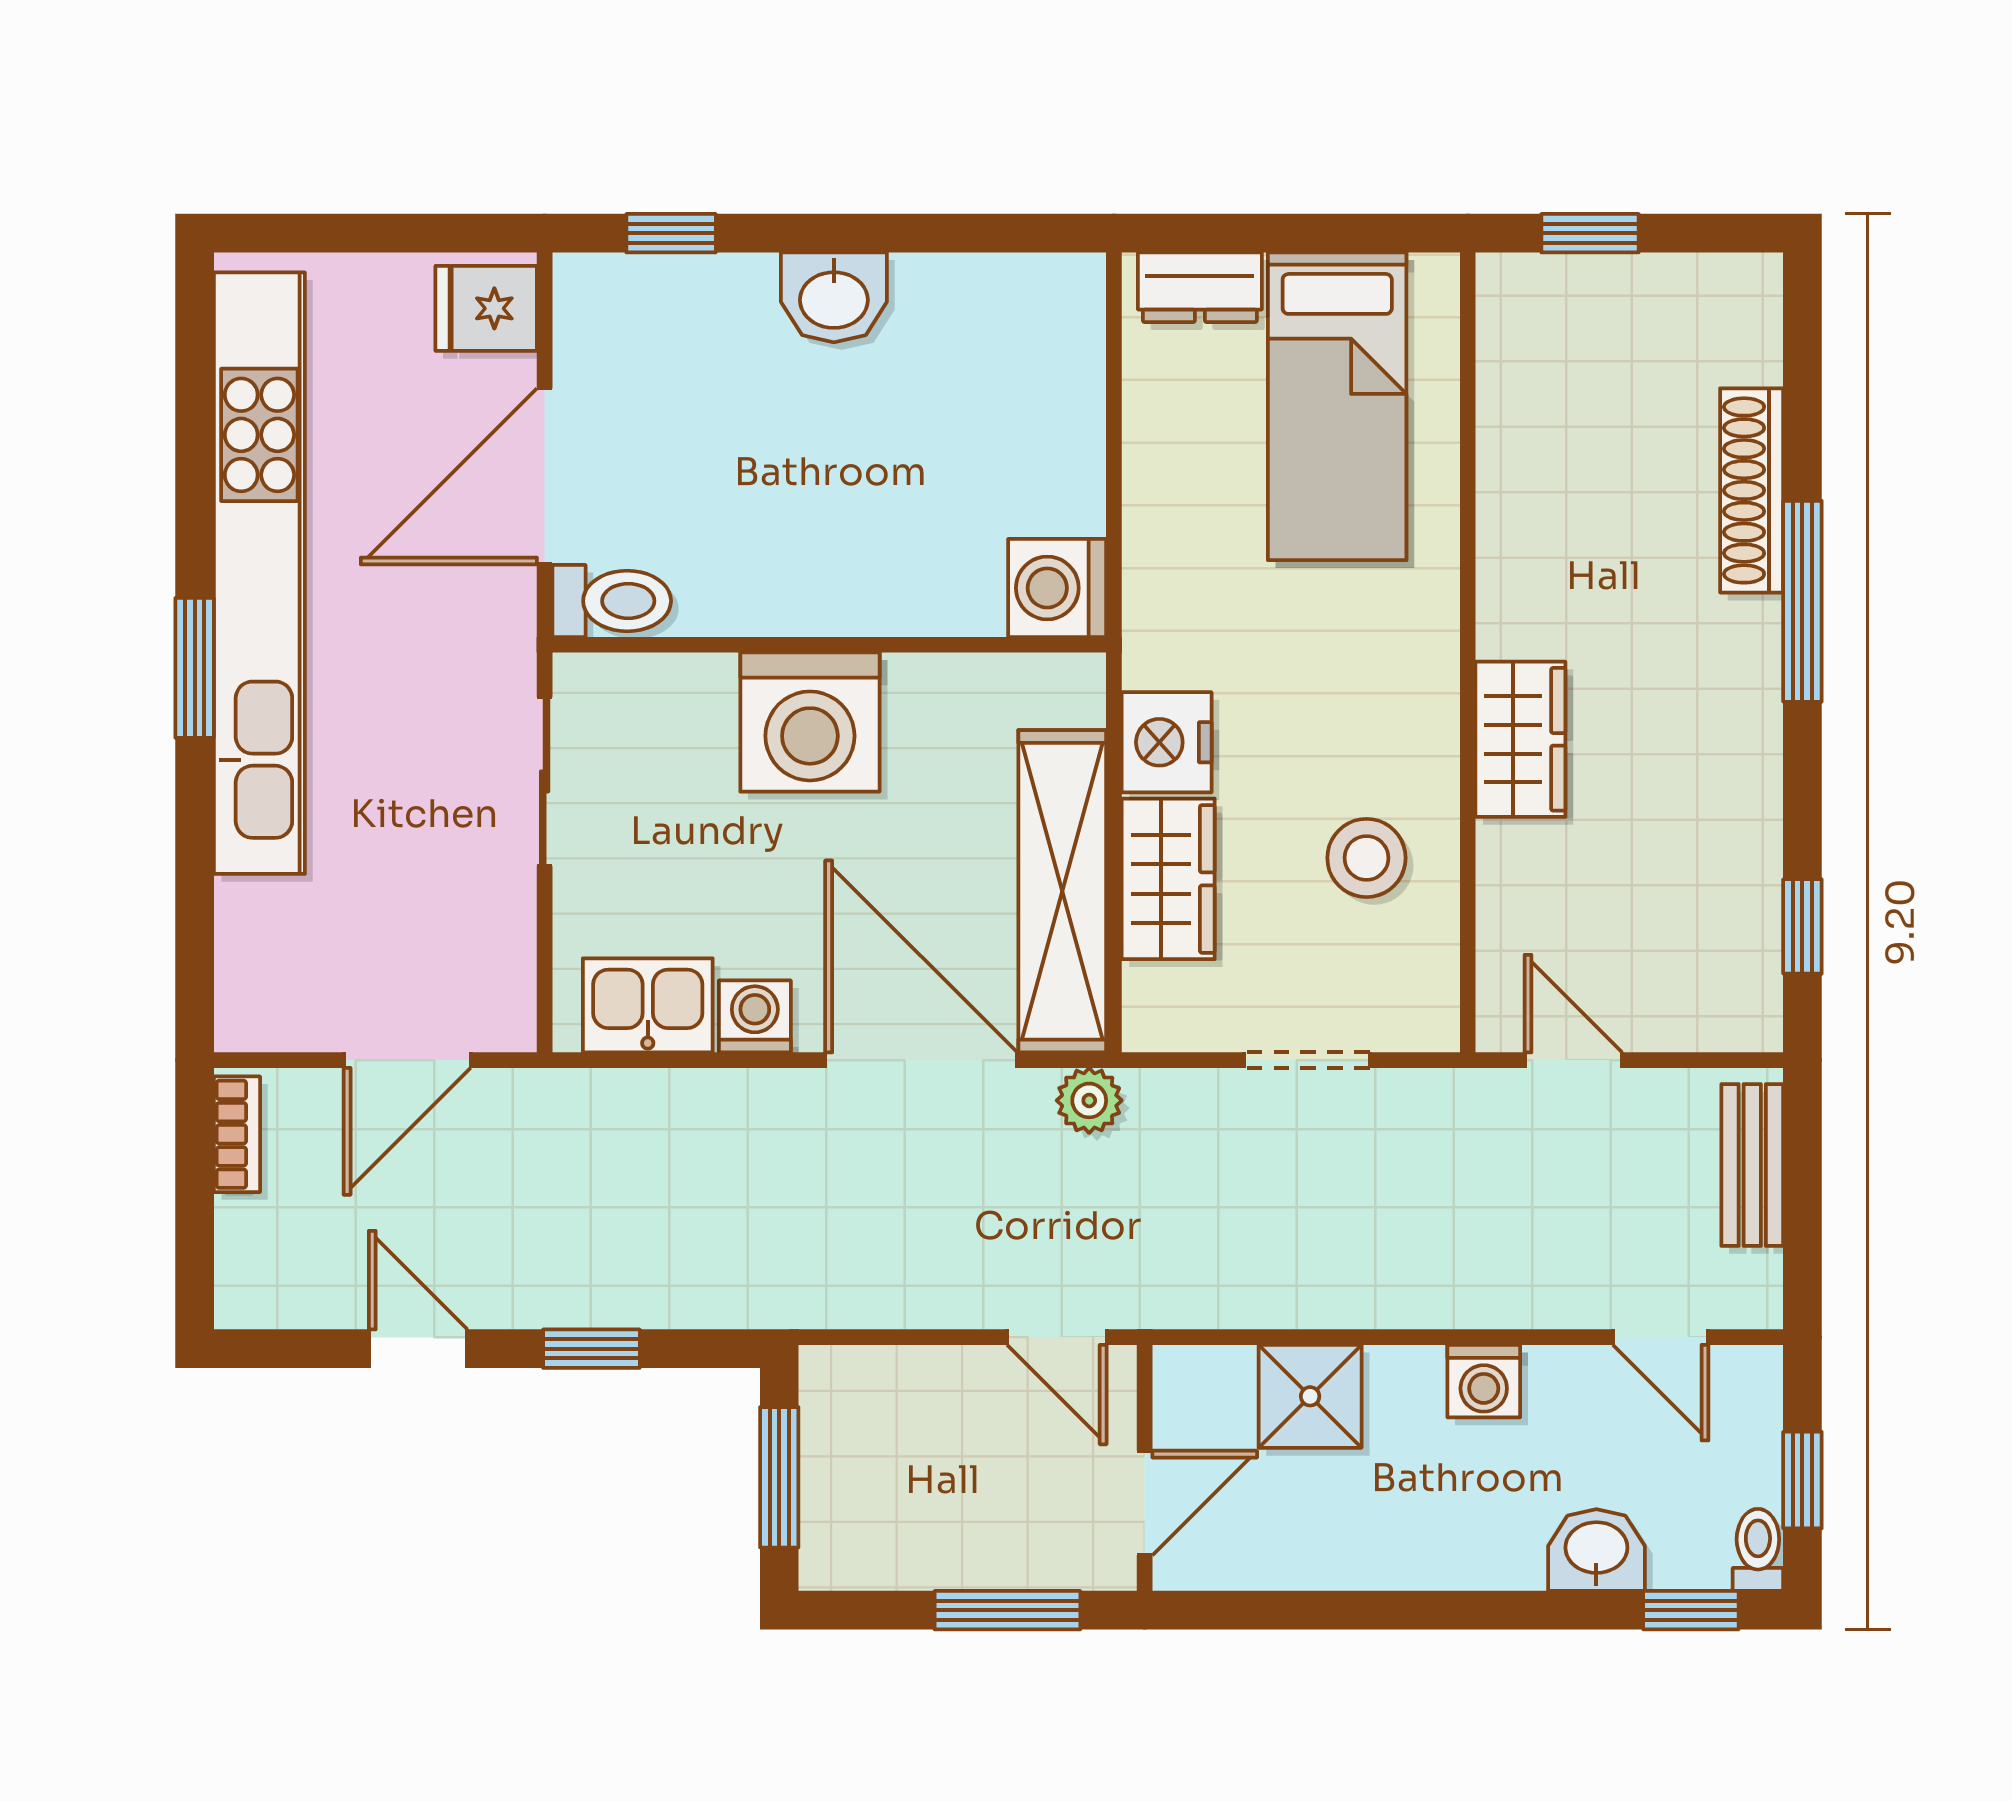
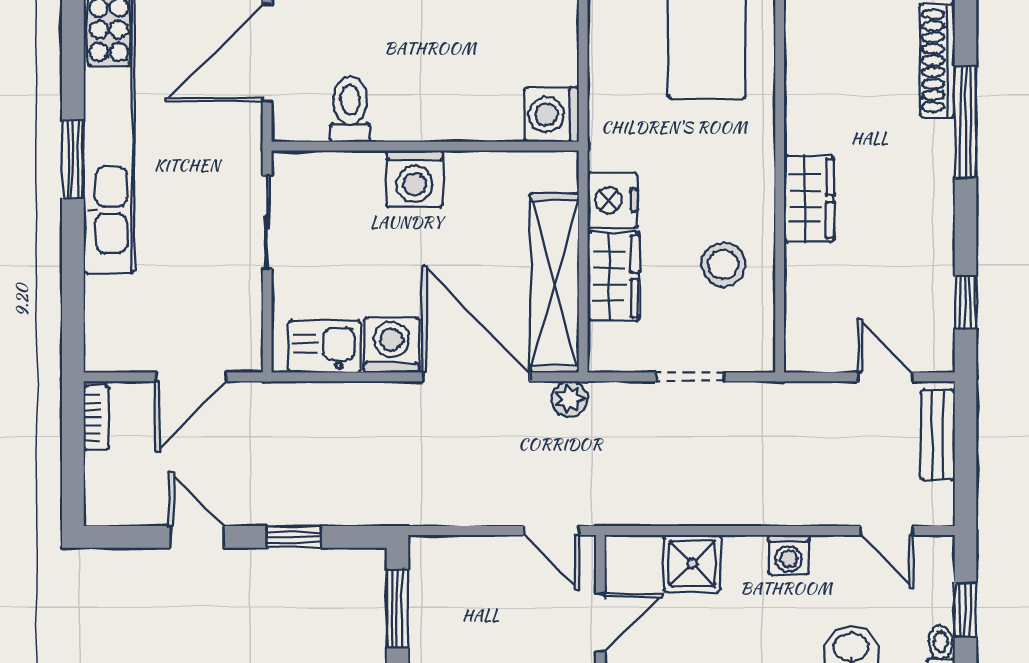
toilet: (612, 601) -> (350, 109), moved, turned -90
washing machine: (810, 722) -> (415, 179), width x0.73, depth x0.73
washing machine: (755, 1016) -> (391, 345), width x1.38, depth x1.38
door: (1573, 1060) -> (885, 377), moved

